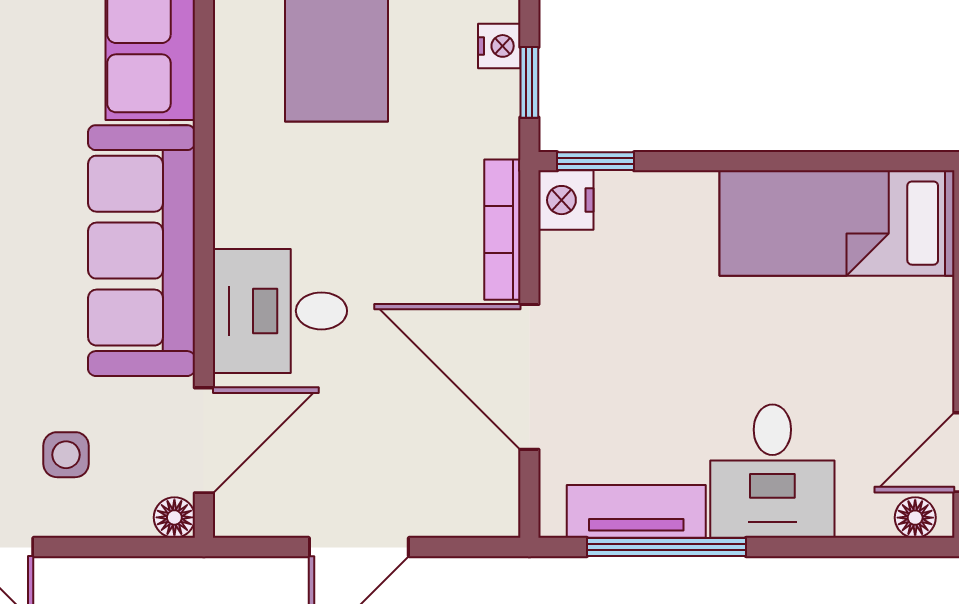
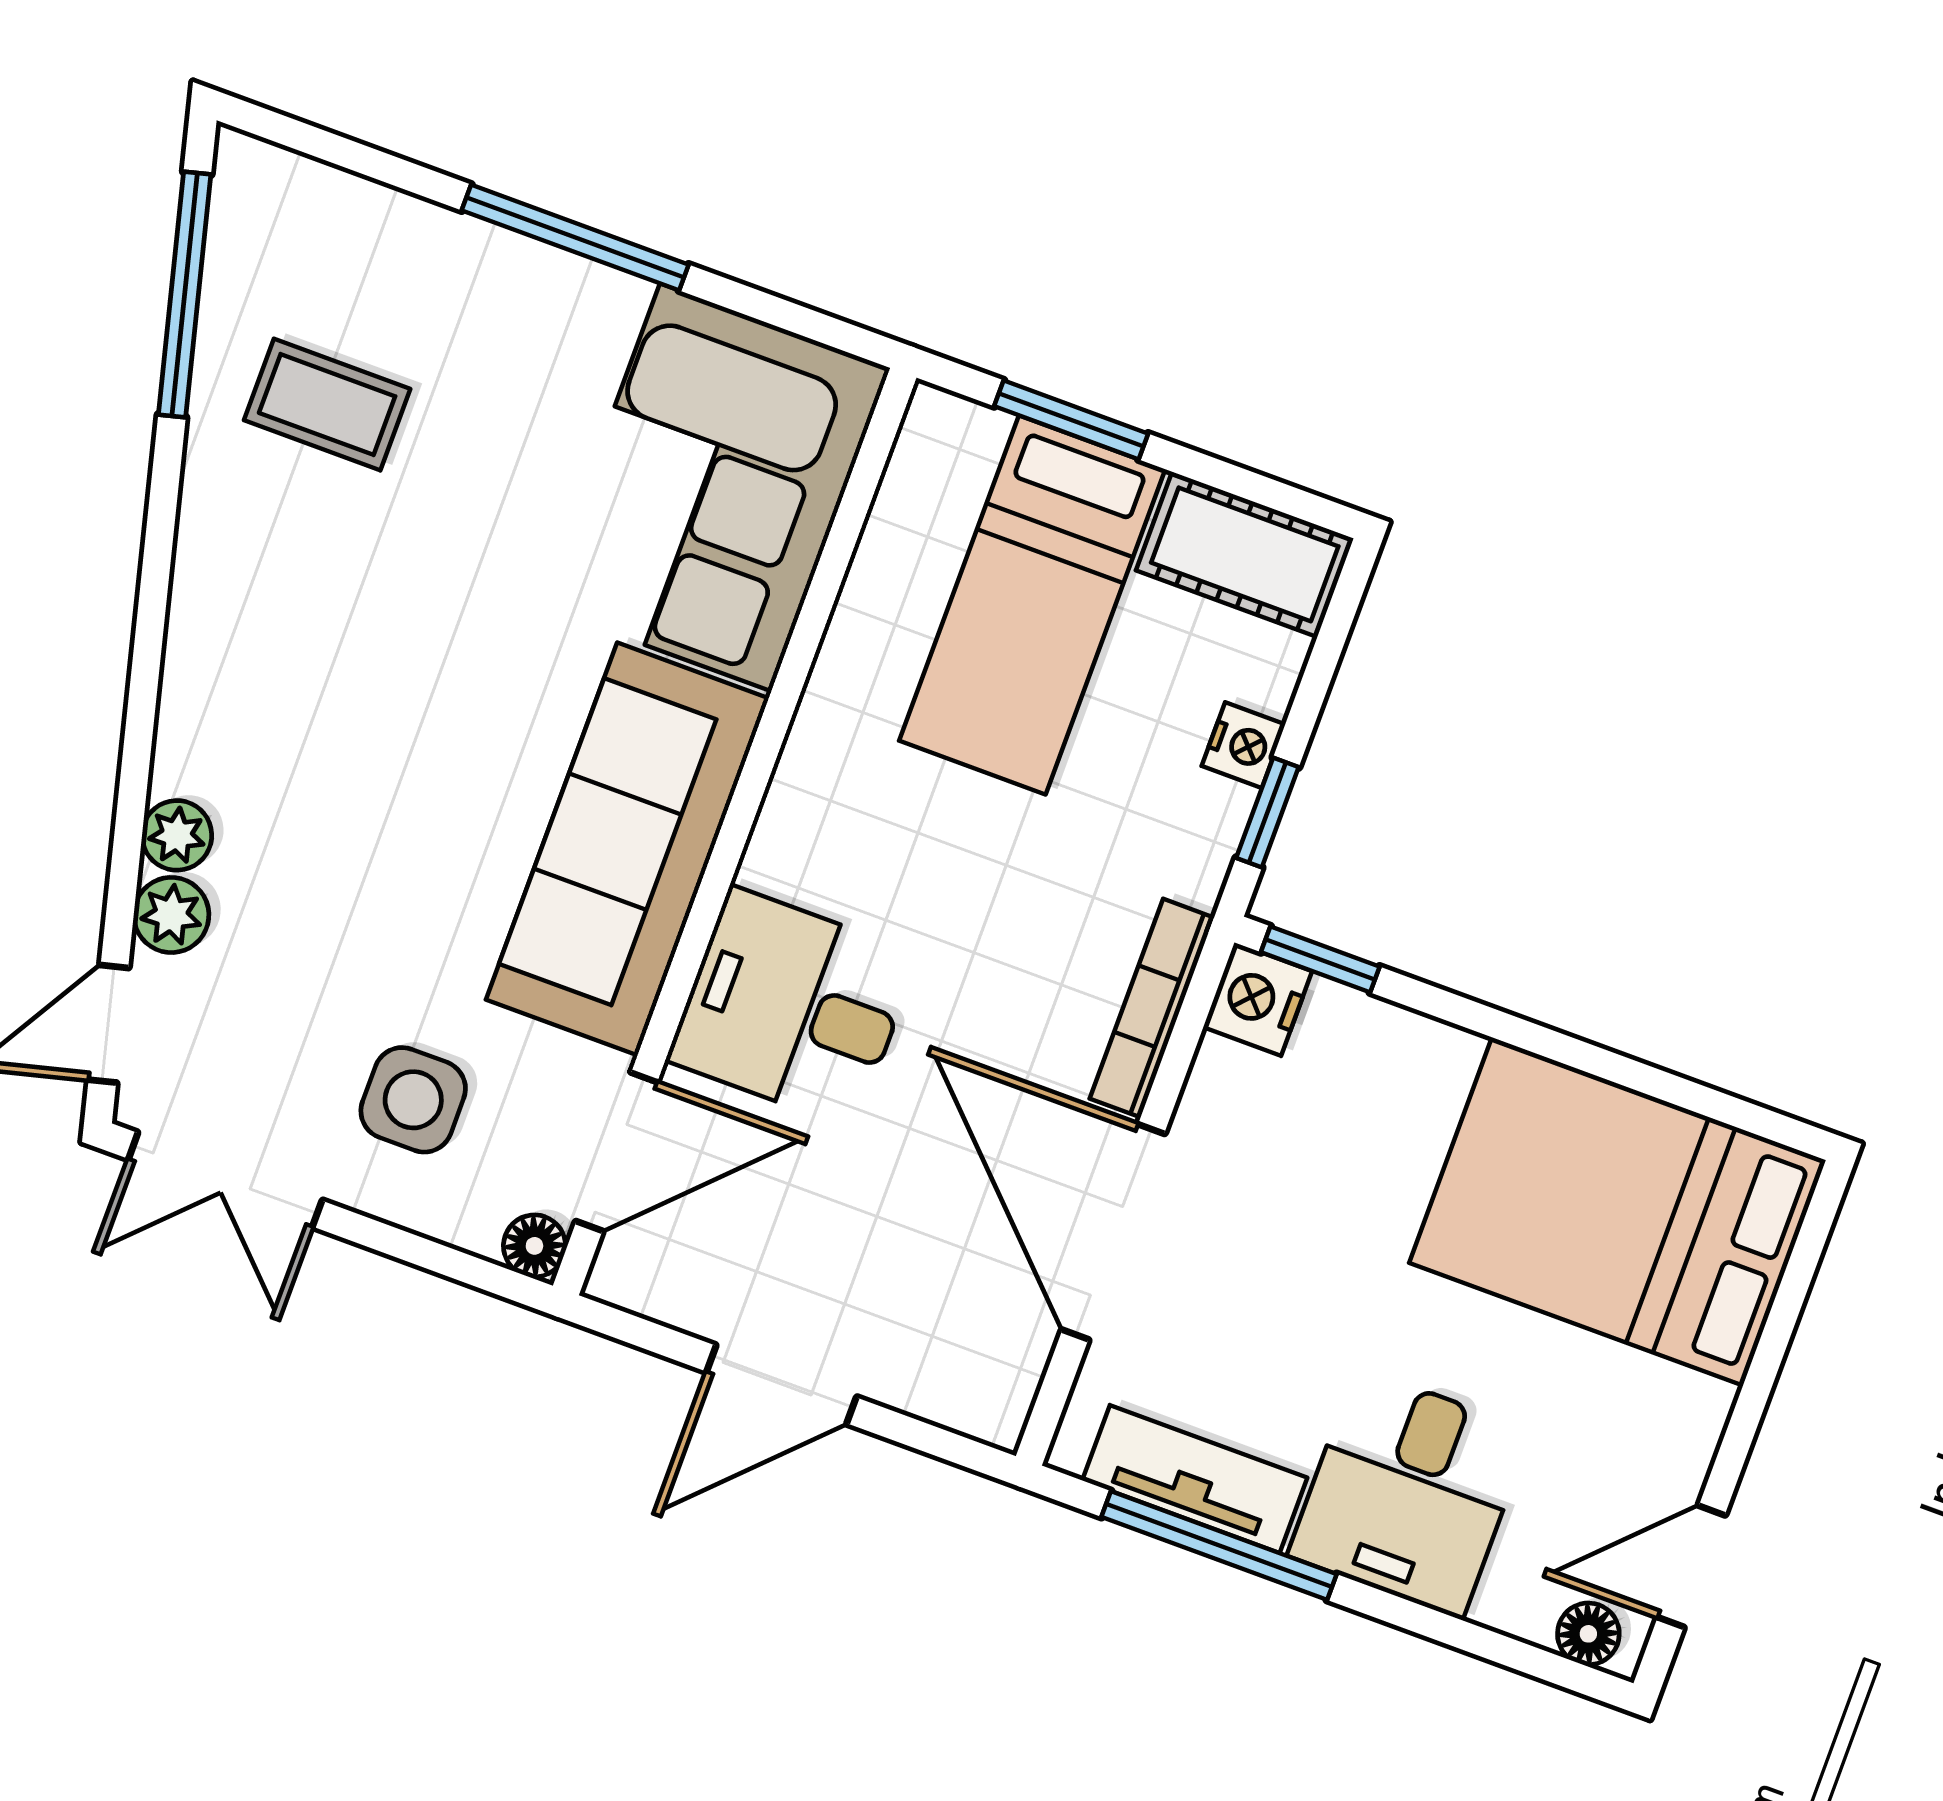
bed: (837, 223) -> (1618, 1211), width x1.50
side table: (66, 455) -> (413, 1100), width x1.37, depth x1.37

